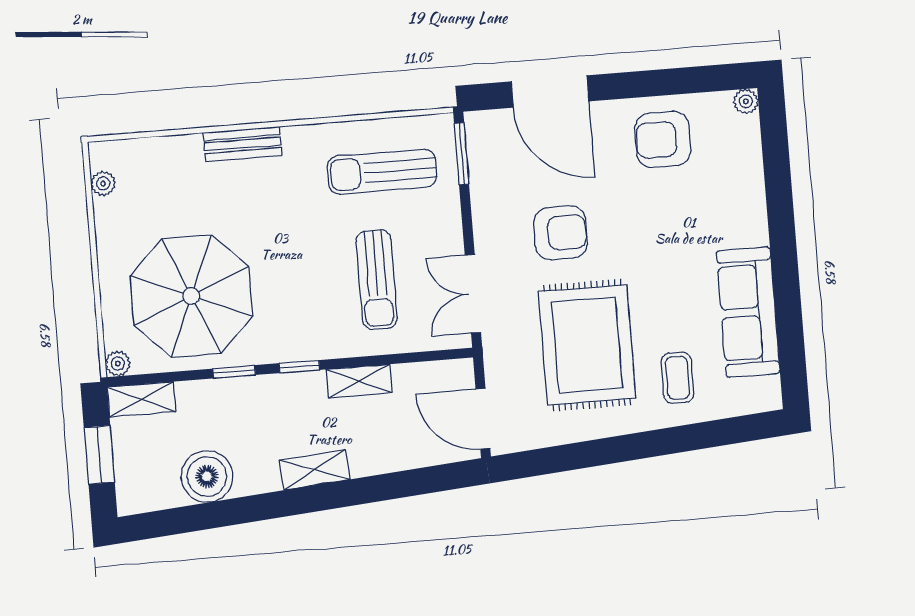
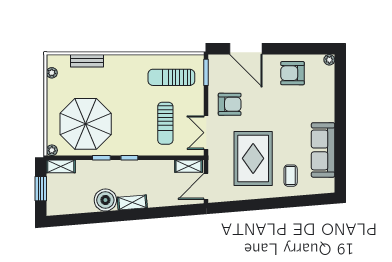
bench: (242, 144) -> (87, 61), moved
armchair: (561, 233) -> (230, 104), moved
shelving: (359, 381) -> (189, 166), moved
door: (483, 419) -> (206, 186), hinge flipped
boiler: (207, 476) -> (105, 200), moved

